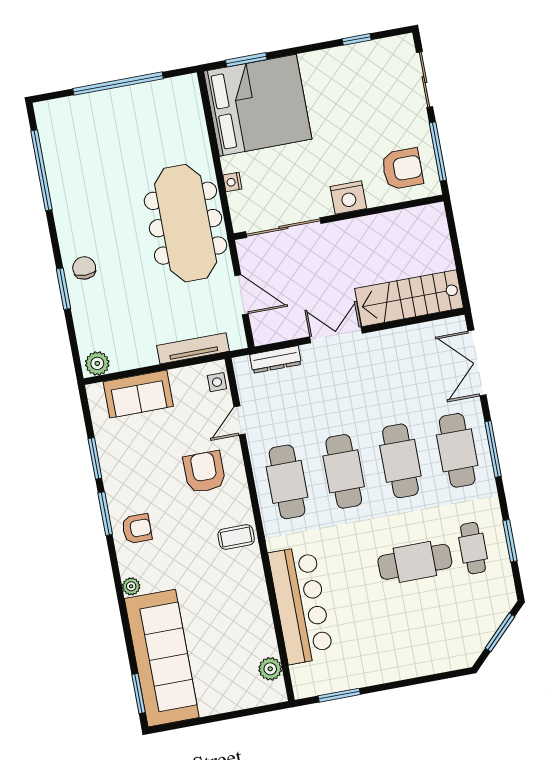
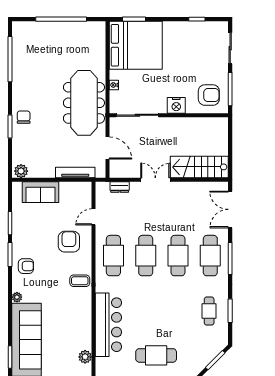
dresser: (276, 359) -> (120, 187), width x0.70
side table: (217, 382) -> (85, 194), removed
cafe table: (415, 562) -> (156, 355), moved

